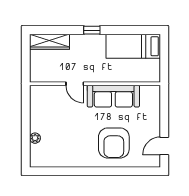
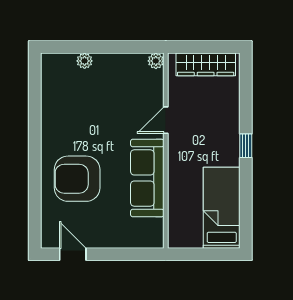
wardrobe: (50, 42) -> (206, 64), moved, turned -90
plant: (35, 90) -> (156, 61), added

